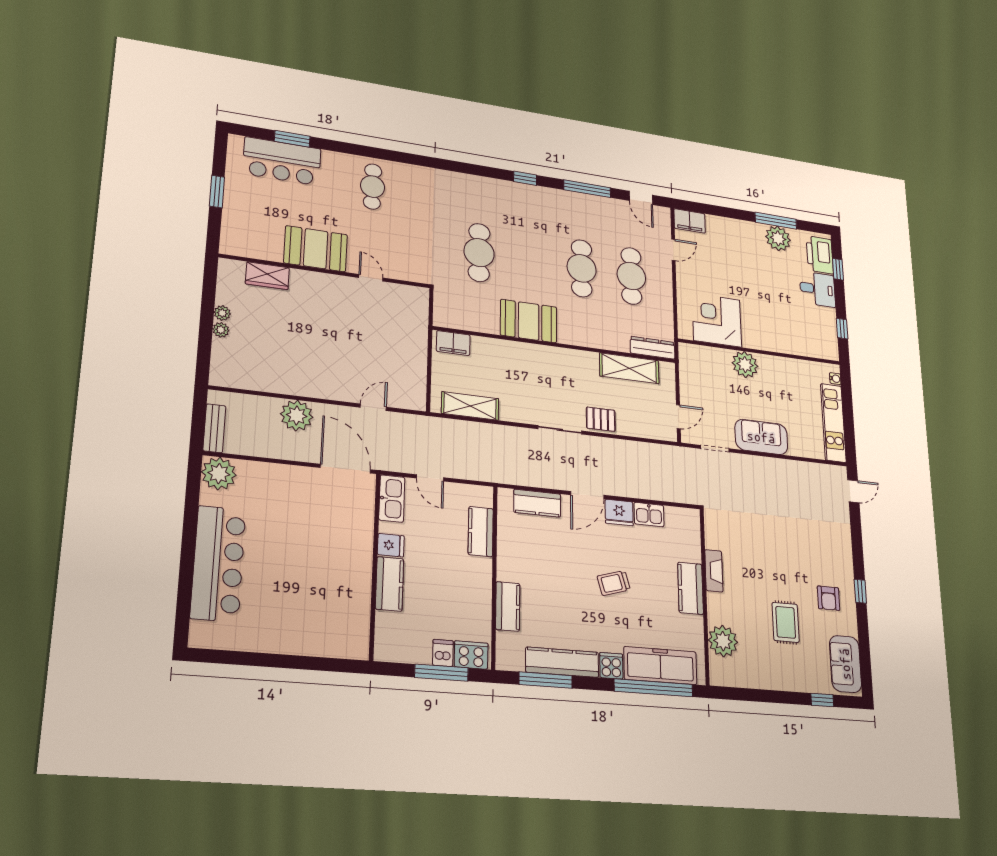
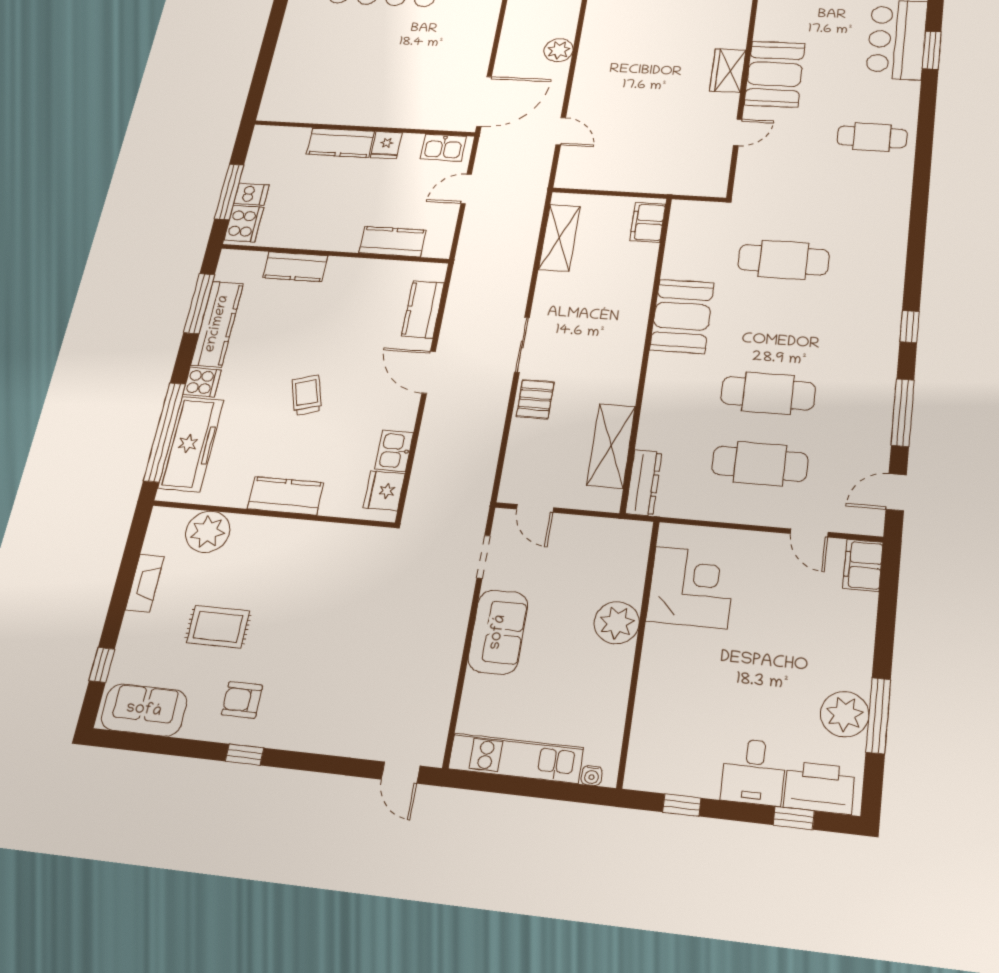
wardrobe: (267, 276) -> (728, 71), moved
plant: (297, 416) -> (559, 50), width x0.73, depth x0.73
kitchen sink: (392, 499) -> (443, 148), width x0.73
fridge: (619, 512) -> (384, 491), moved
fireplace: (714, 571) -> (145, 583), moved, turned -90

